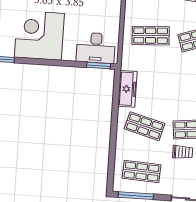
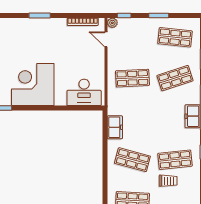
window: (99, 66) -> (88, 108), removed
freezer: (127, 89) -> (115, 127), width x0.71

